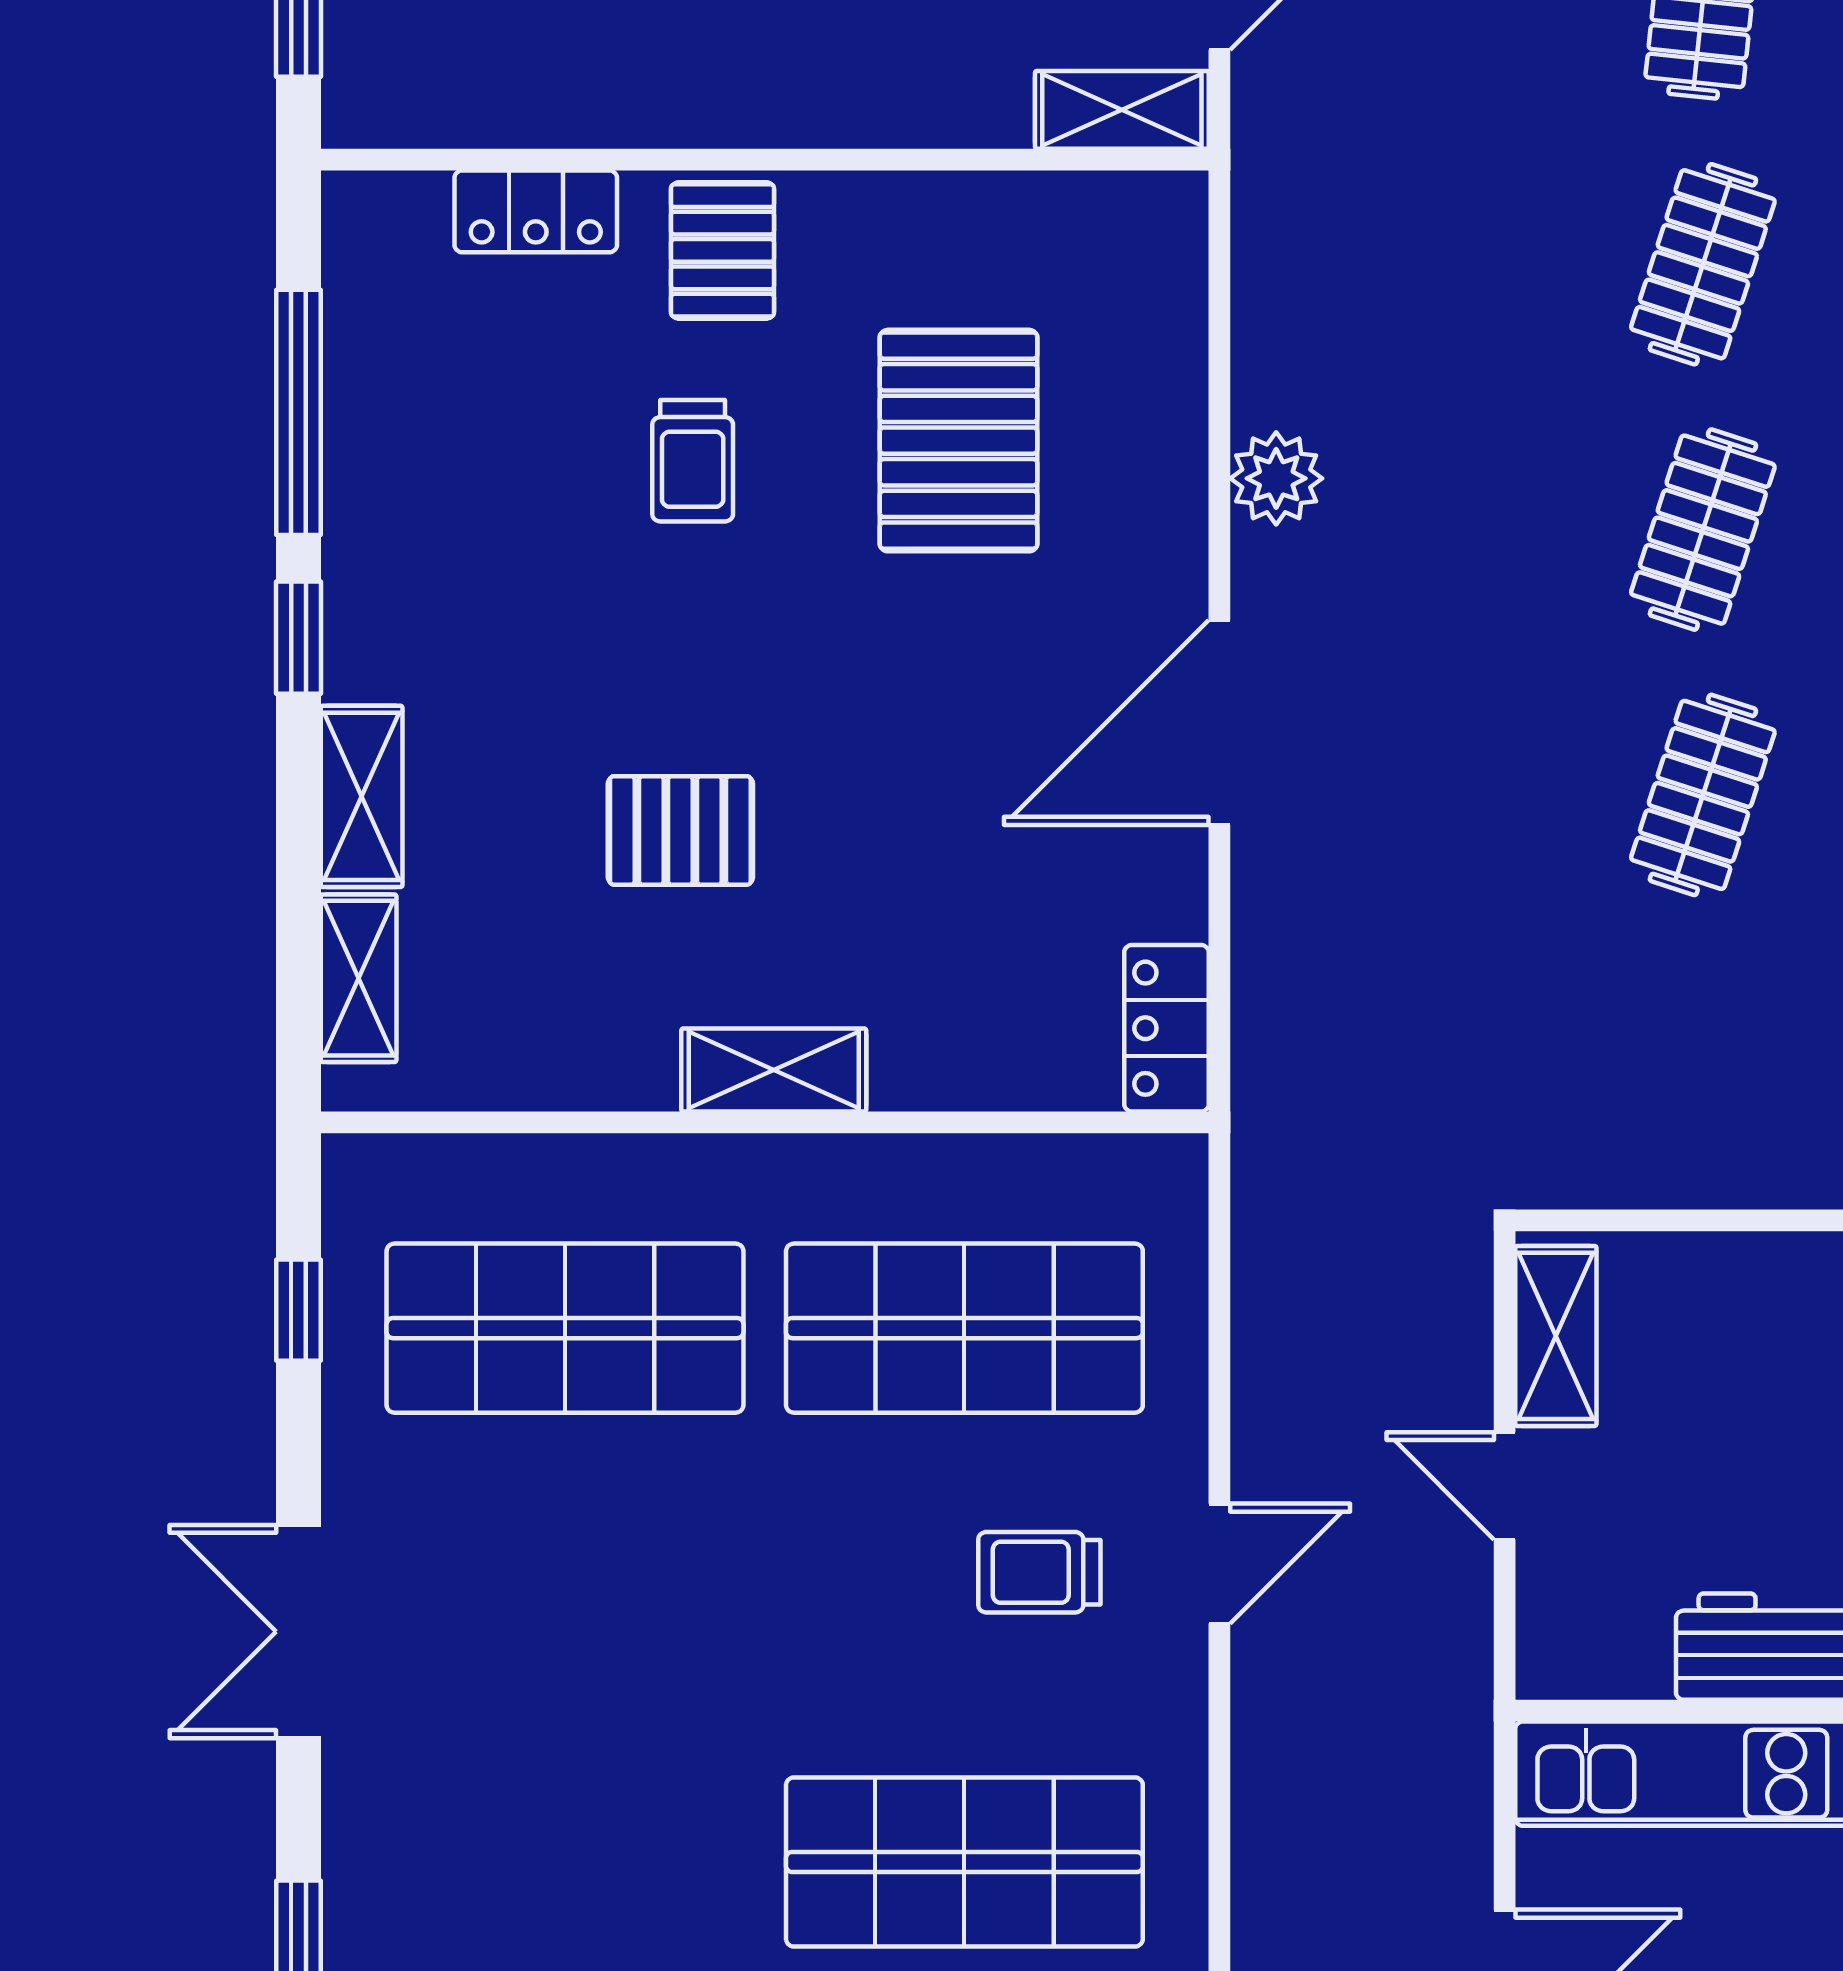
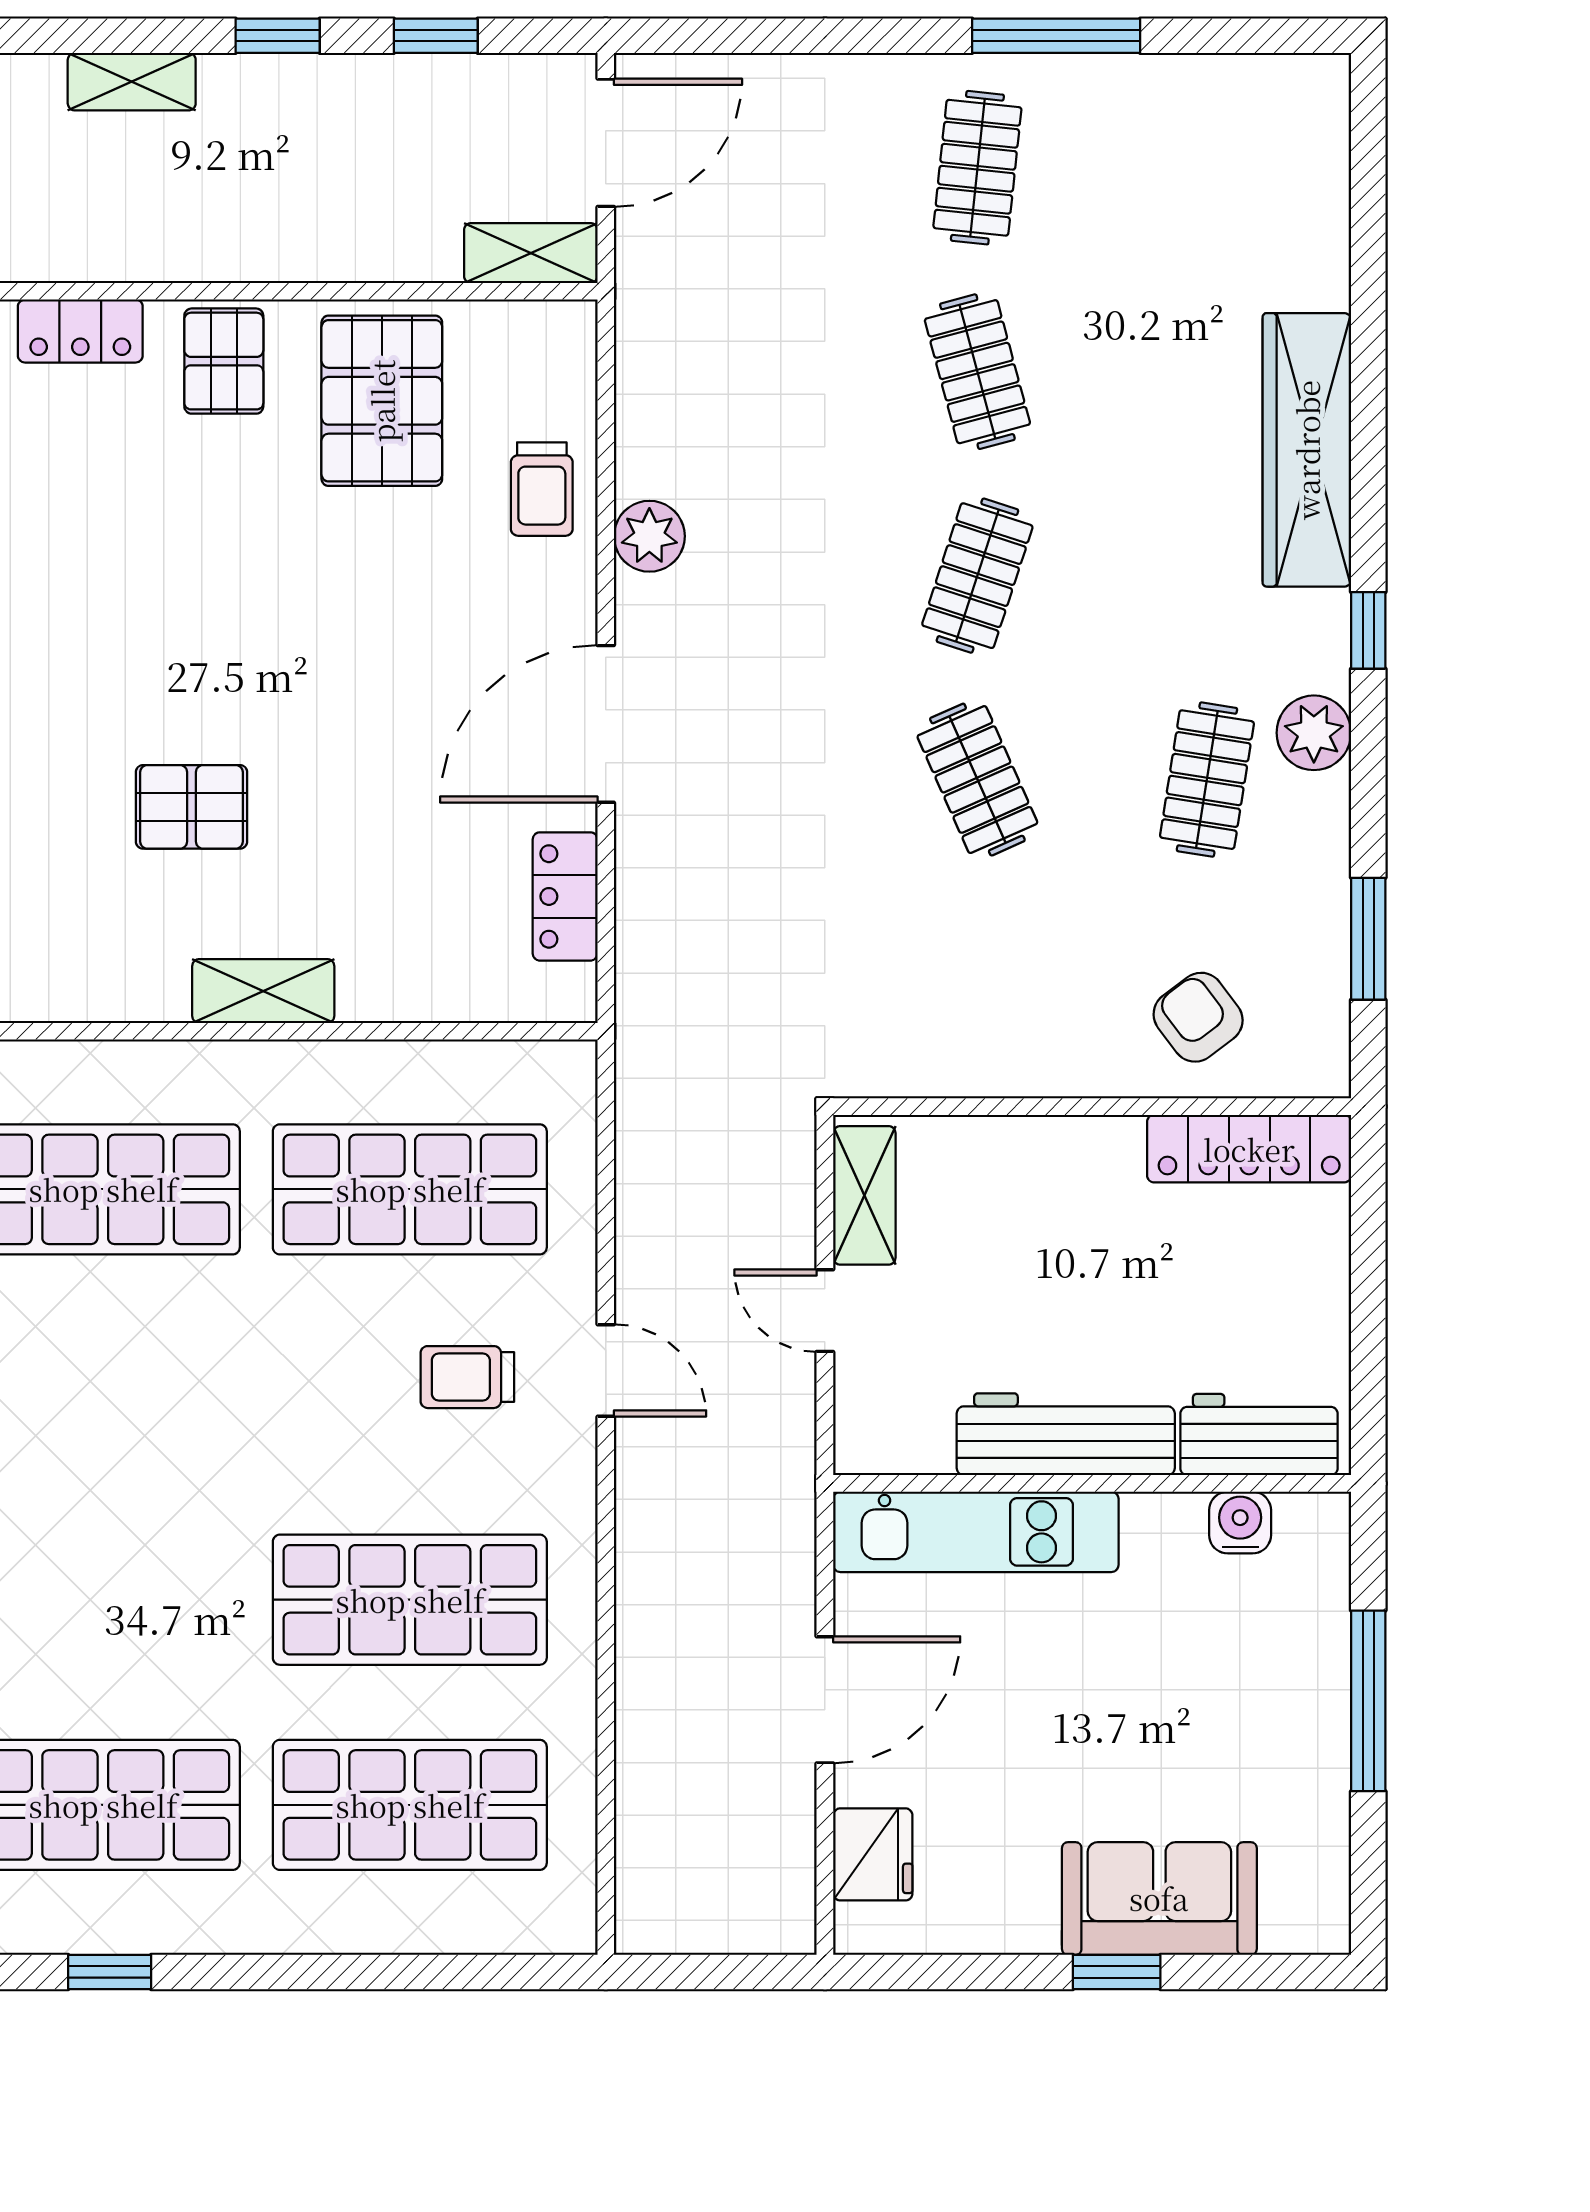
clothes rail: (1703, 264) -> (977, 372), turned -33
pallet: (958, 441) -> (382, 401), moved
trolley: (693, 461) -> (542, 489), moved
clothes rail: (1703, 795) -> (977, 780), turned -42
locker: (1166, 1028) -> (565, 896), moved
door: (1219, 1564) -> (606, 1370), hinge flipped

